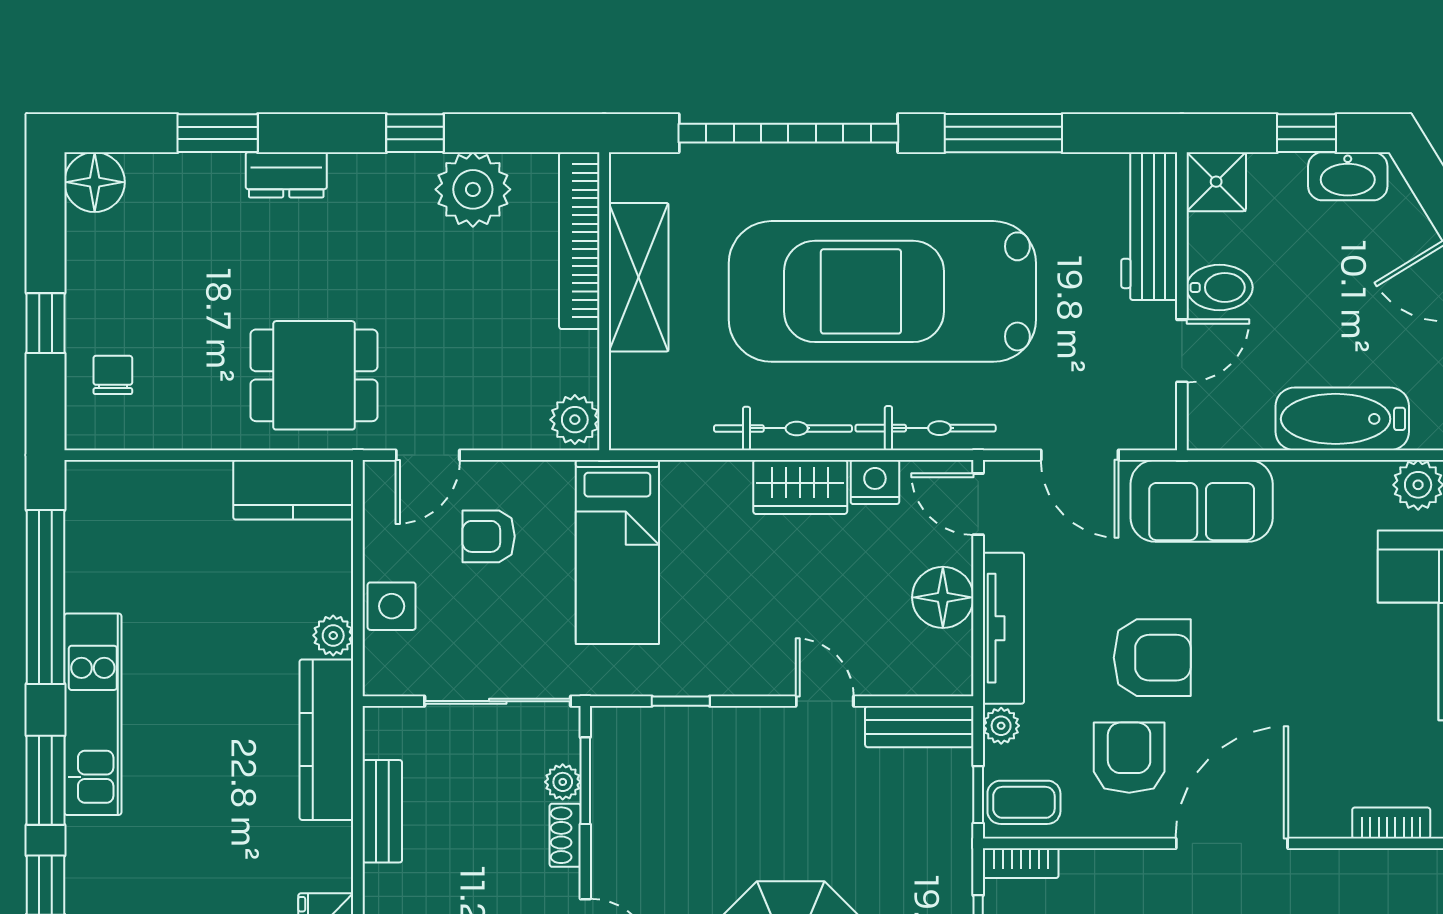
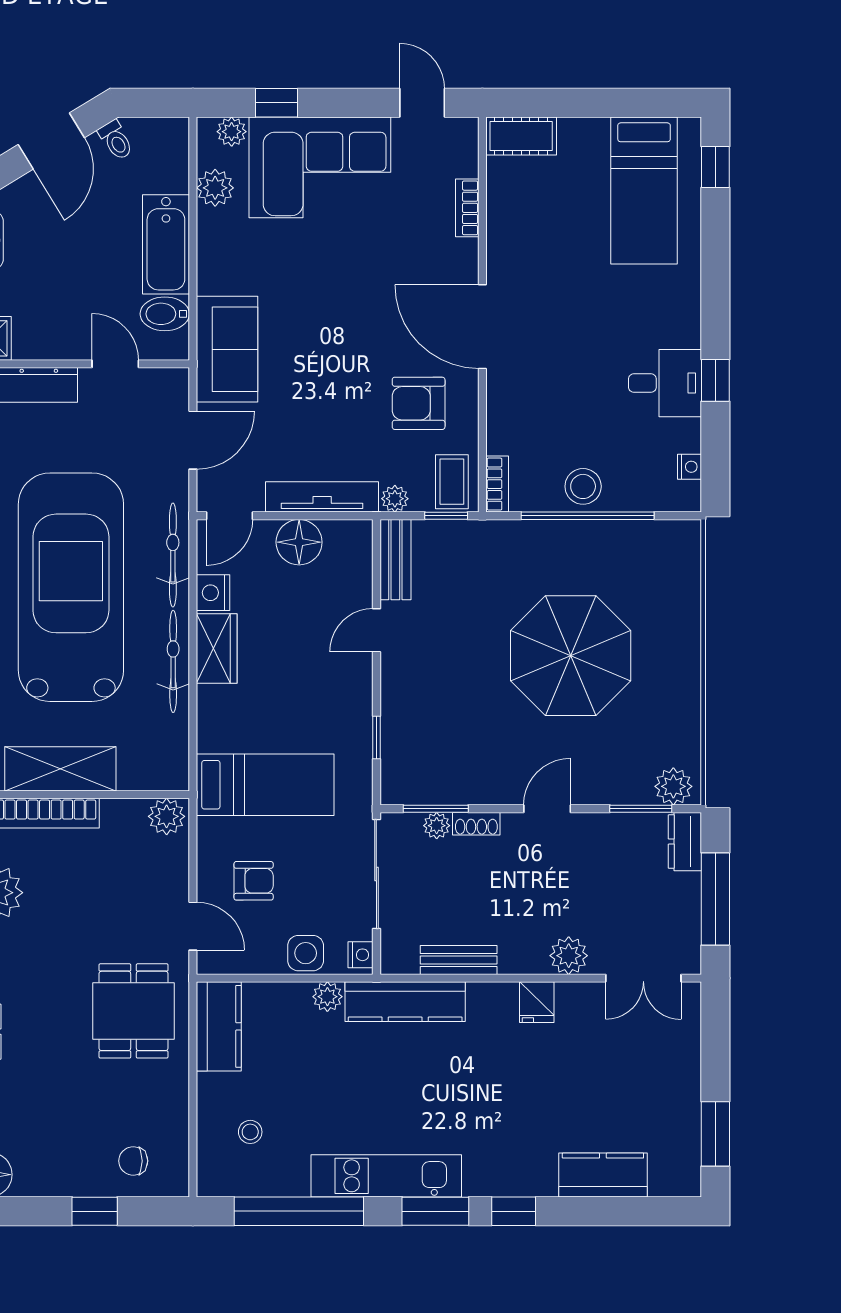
bidet: (1220, 287) -> (165, 314), moved, turned -90
car: (882, 291) -> (71, 587), turned 180
stool: (152, 532) -> (250, 1132), added
armchair: (489, 536) -> (254, 881), turned -90
armchair: (1152, 658) -> (344, 386), removed
nightstand: (389, 680) -> (361, 955), added

